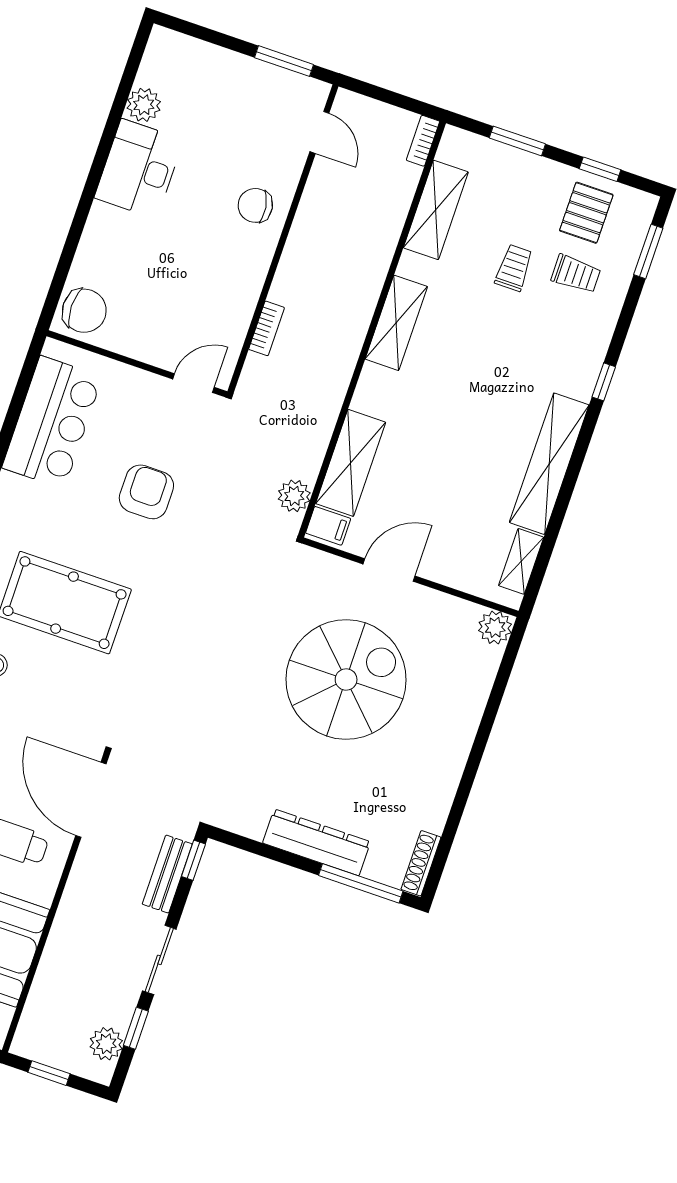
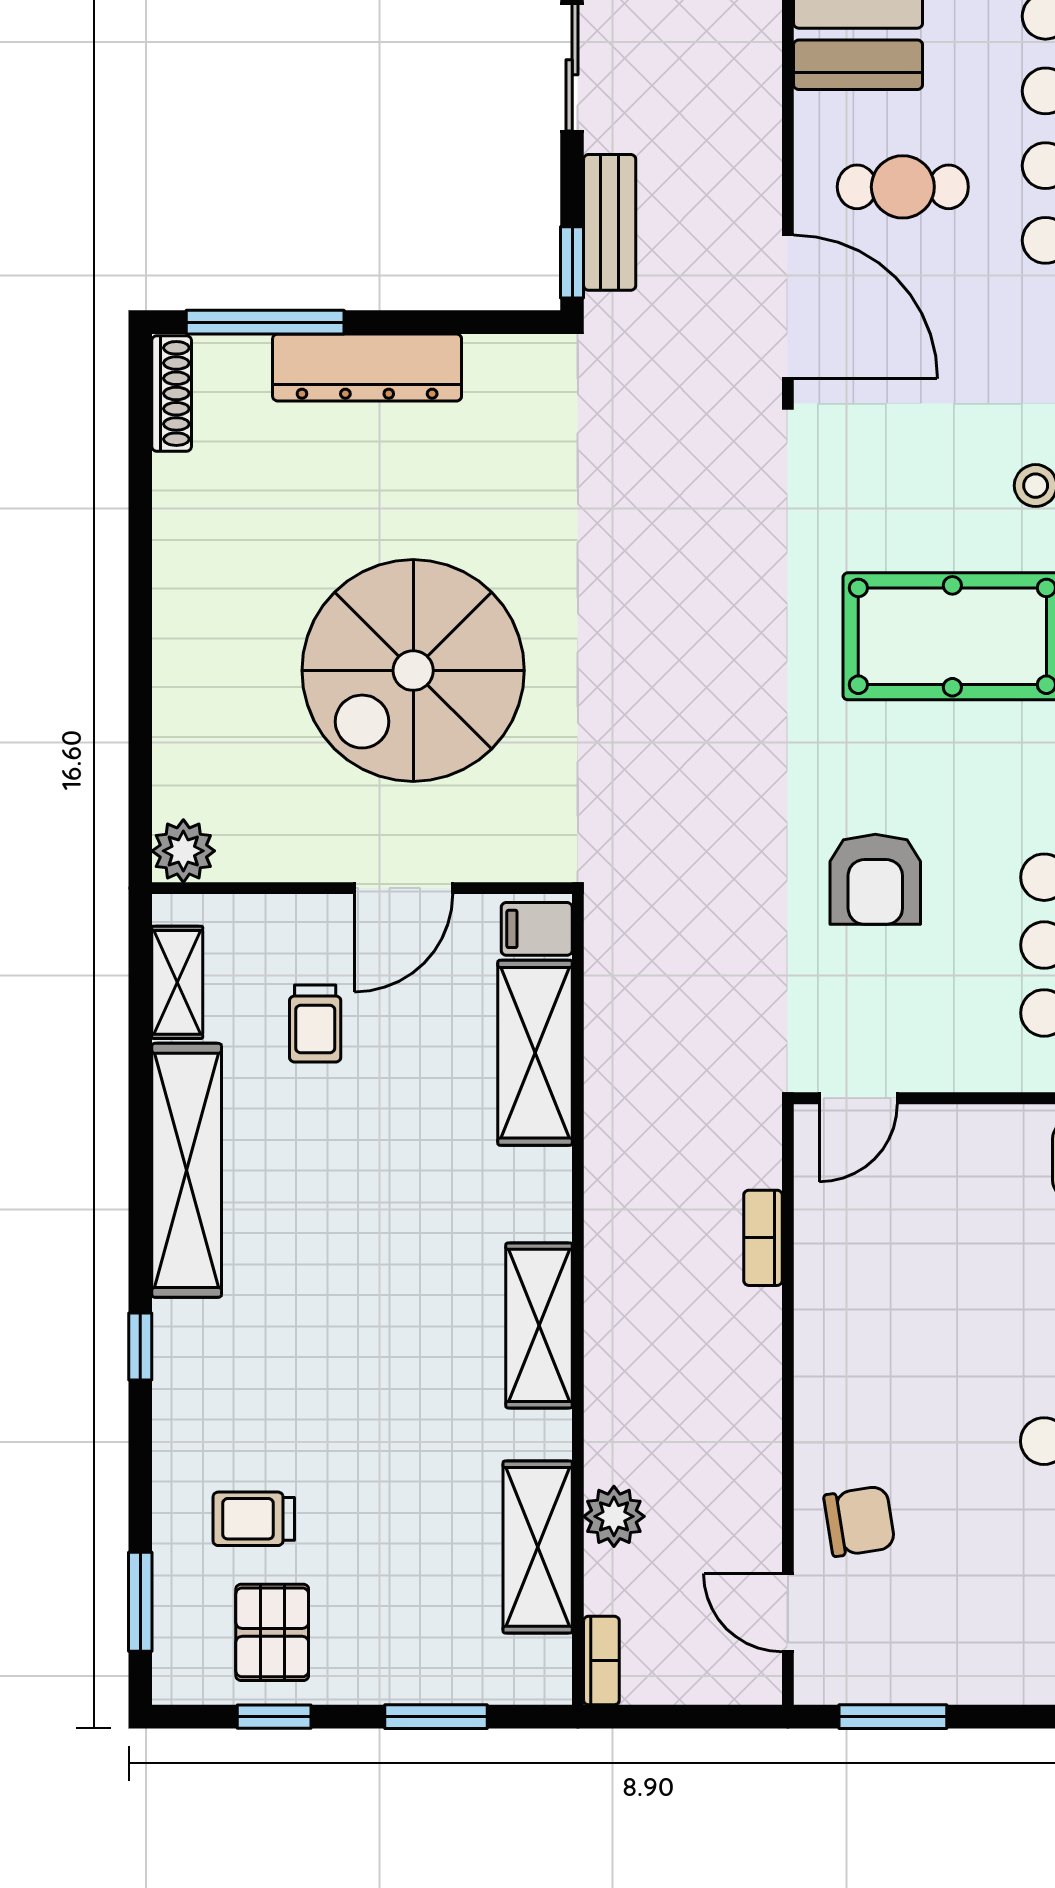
chair: (255, 205) -> (859, 1521), moved
trolley: (514, 268) -> (315, 1024), moved
plant: (294, 496) -> (614, 1516), moved

